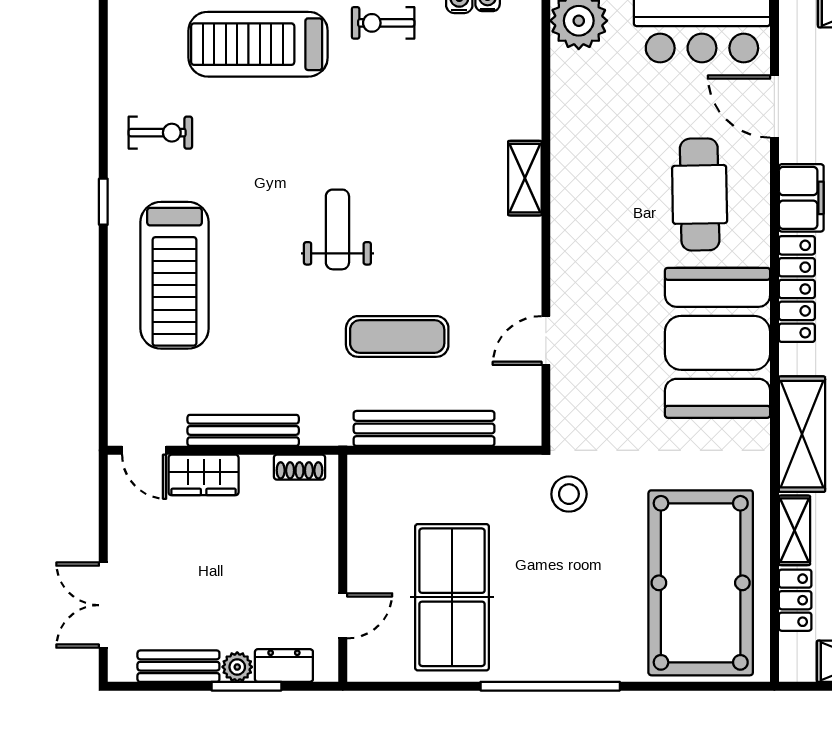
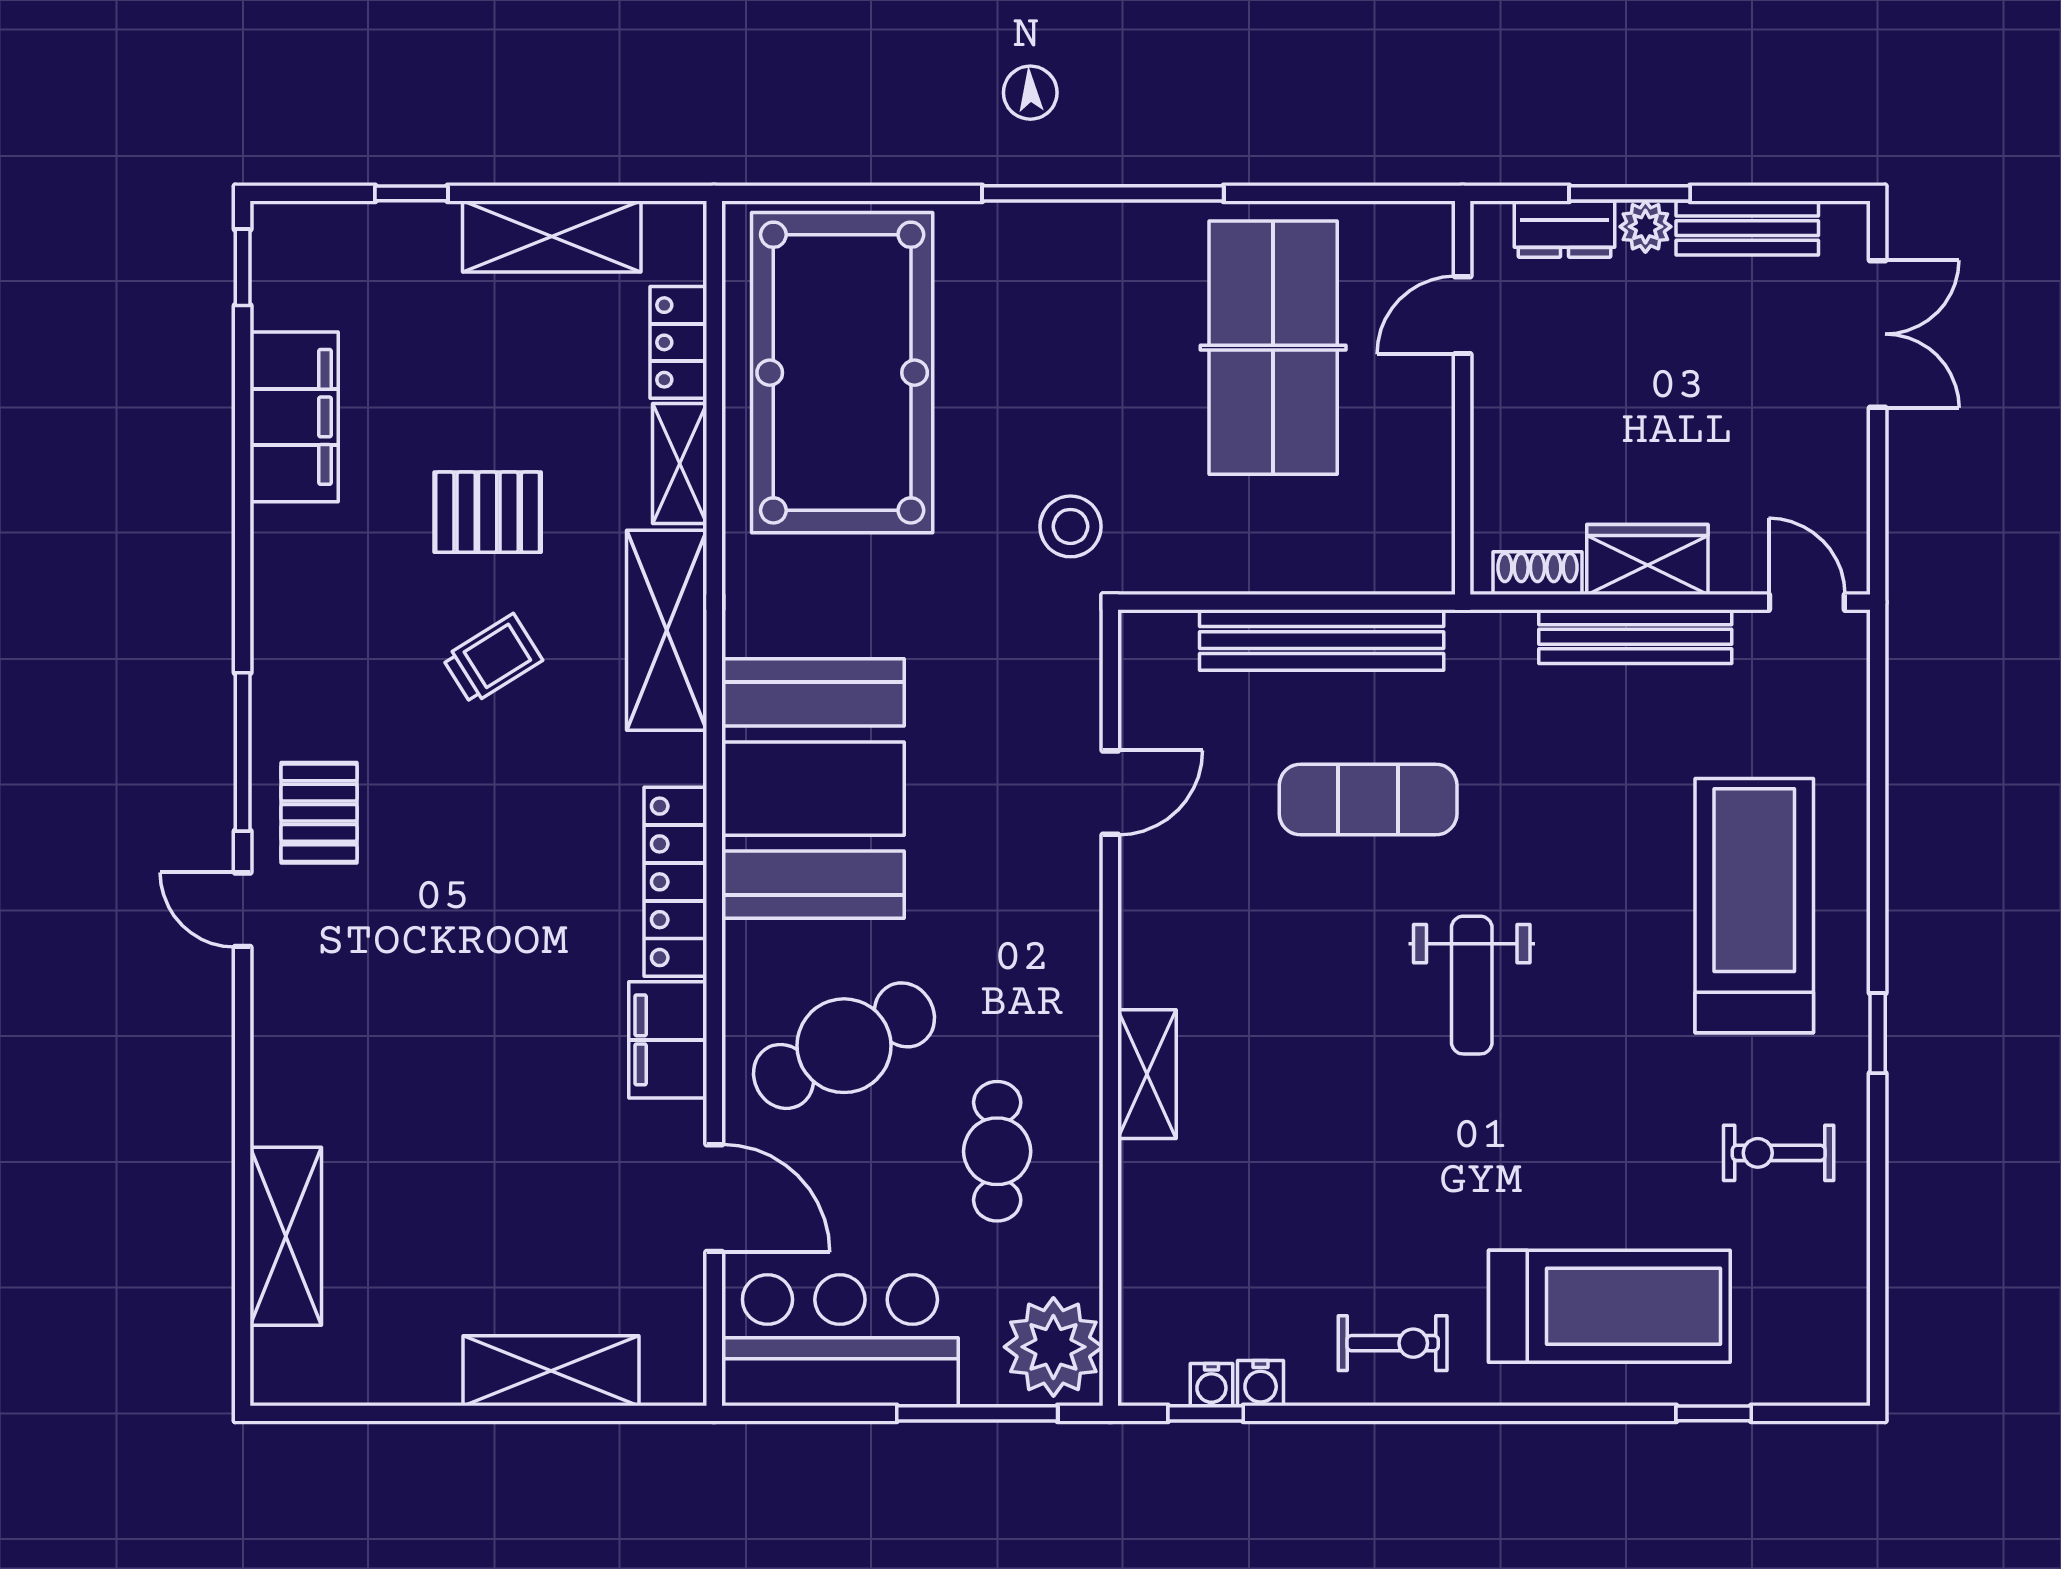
cafe table: (611, 134) -> (997, 1151), added
cafe table: (700, 194) -> (844, 1046), turned 64
wardrobe: (204, 475) -> (1647, 560), moved

